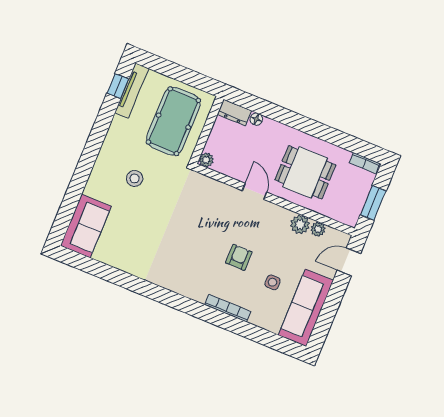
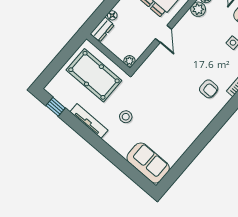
tv unit: (132, 91) -> (89, 121), moved
door: (254, 191) -> (164, 34), swing flipped
armchair: (239, 257) -> (209, 89), moved, turned 180

